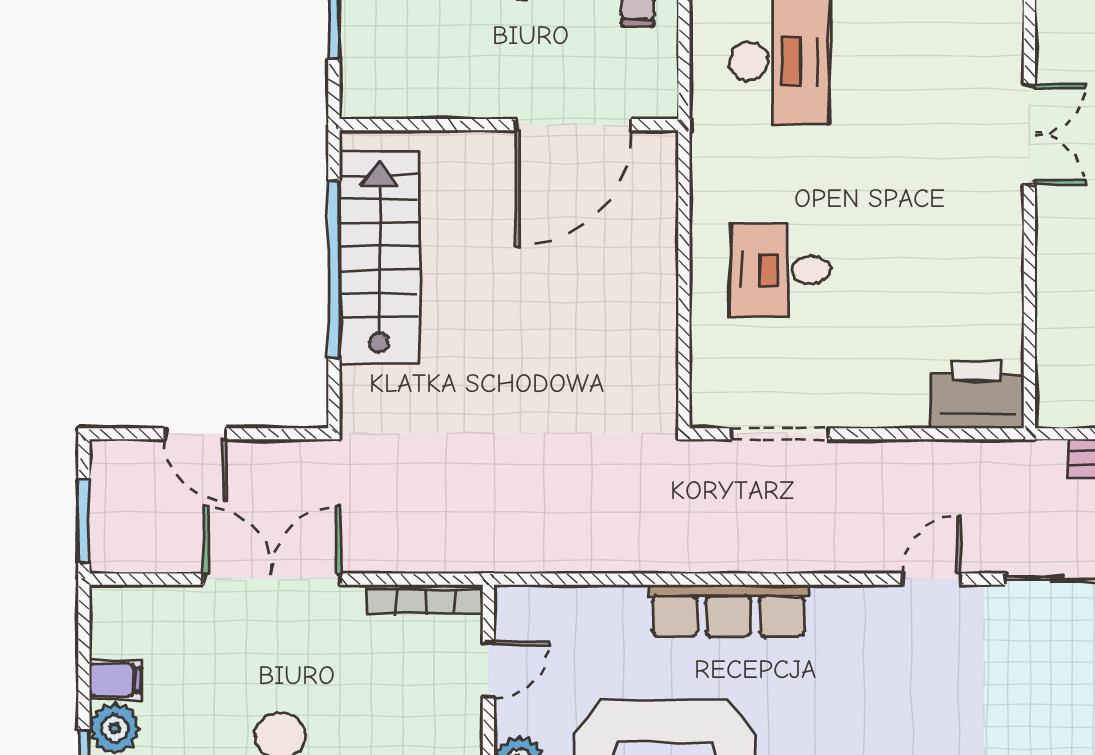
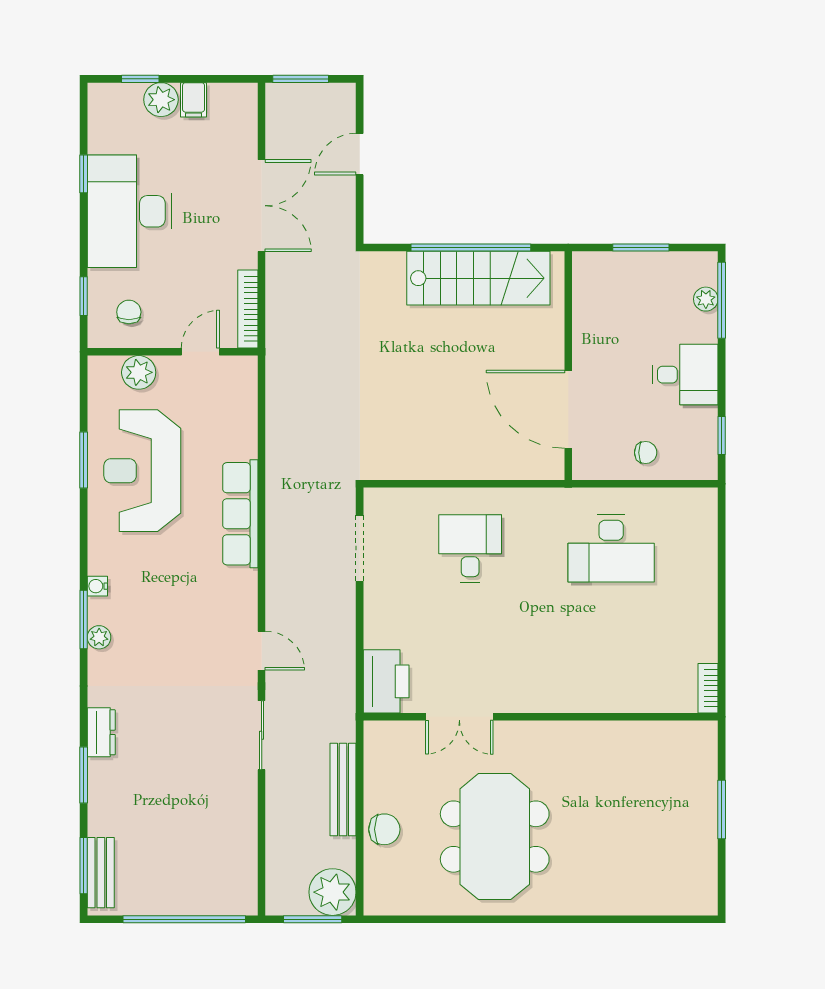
double door: (1029, 134) -> (459, 717), moved
door: (488, 670) -> (200, 352), swing flipped

